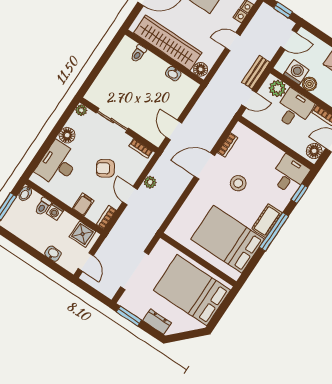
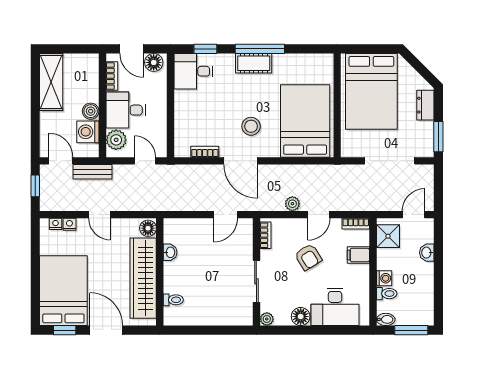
bench: (256, 72) -> (92, 172), moved
stool: (238, 183) -> (251, 126), moved
bed: (228, 239) -> (305, 121), moved, turned 180

